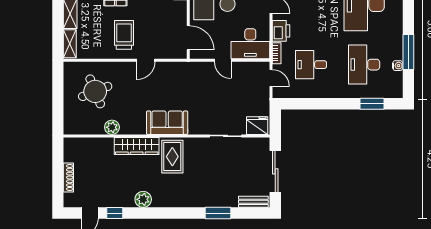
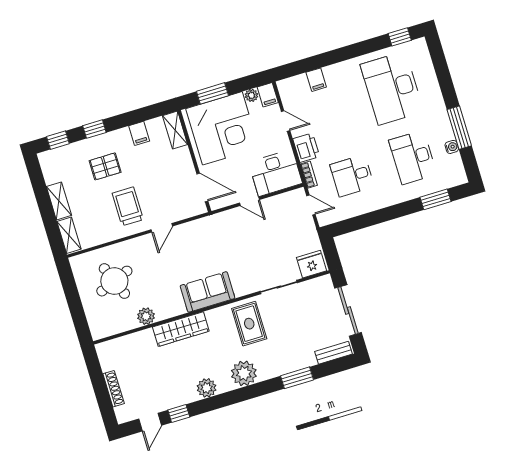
rug: (172, 157) -> (249, 324), moved
plant: (177, 197) -> (244, 373), added

